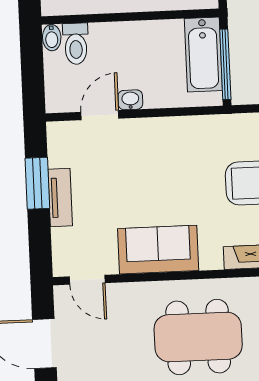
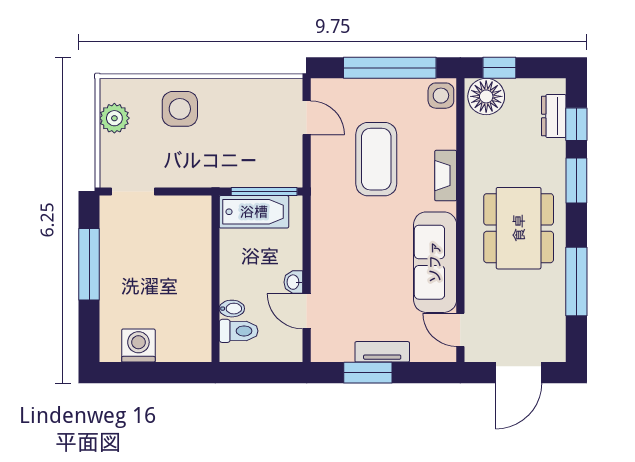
bidet: (52, 38) -> (232, 309), moved
sofa: (158, 250) -> (435, 262), width x1.36
door: (87, 280) -> (460, 330), swing flipped

